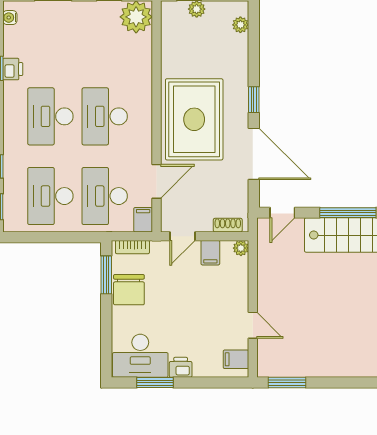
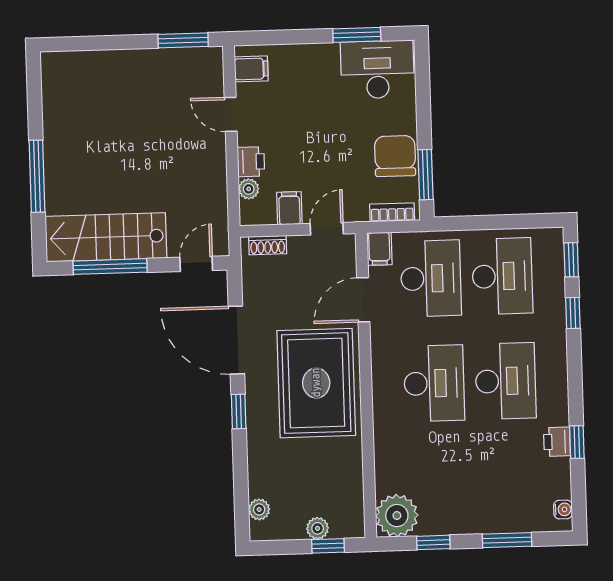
plant: (241, 248) -> (249, 189), moved
printer: (181, 367) -> (251, 162), moved, turned -90

